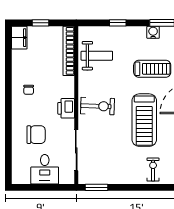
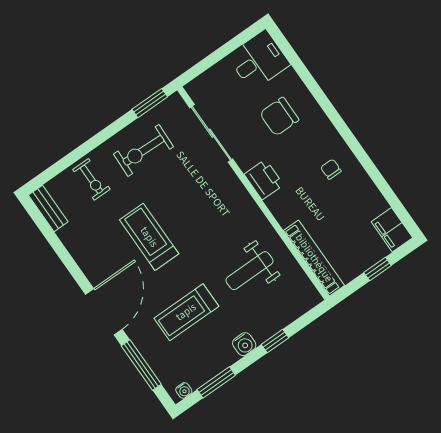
water cooler: (153, 32) -> (244, 344), moved
weight bench: (97, 56) -> (249, 271), moved
exercise bike: (98, 106) -> (144, 150), moved
treadmill: (144, 120) -> (149, 237), width x0.73, depth x0.73
desk: (45, 169) -> (259, 60), moved, turned 90

